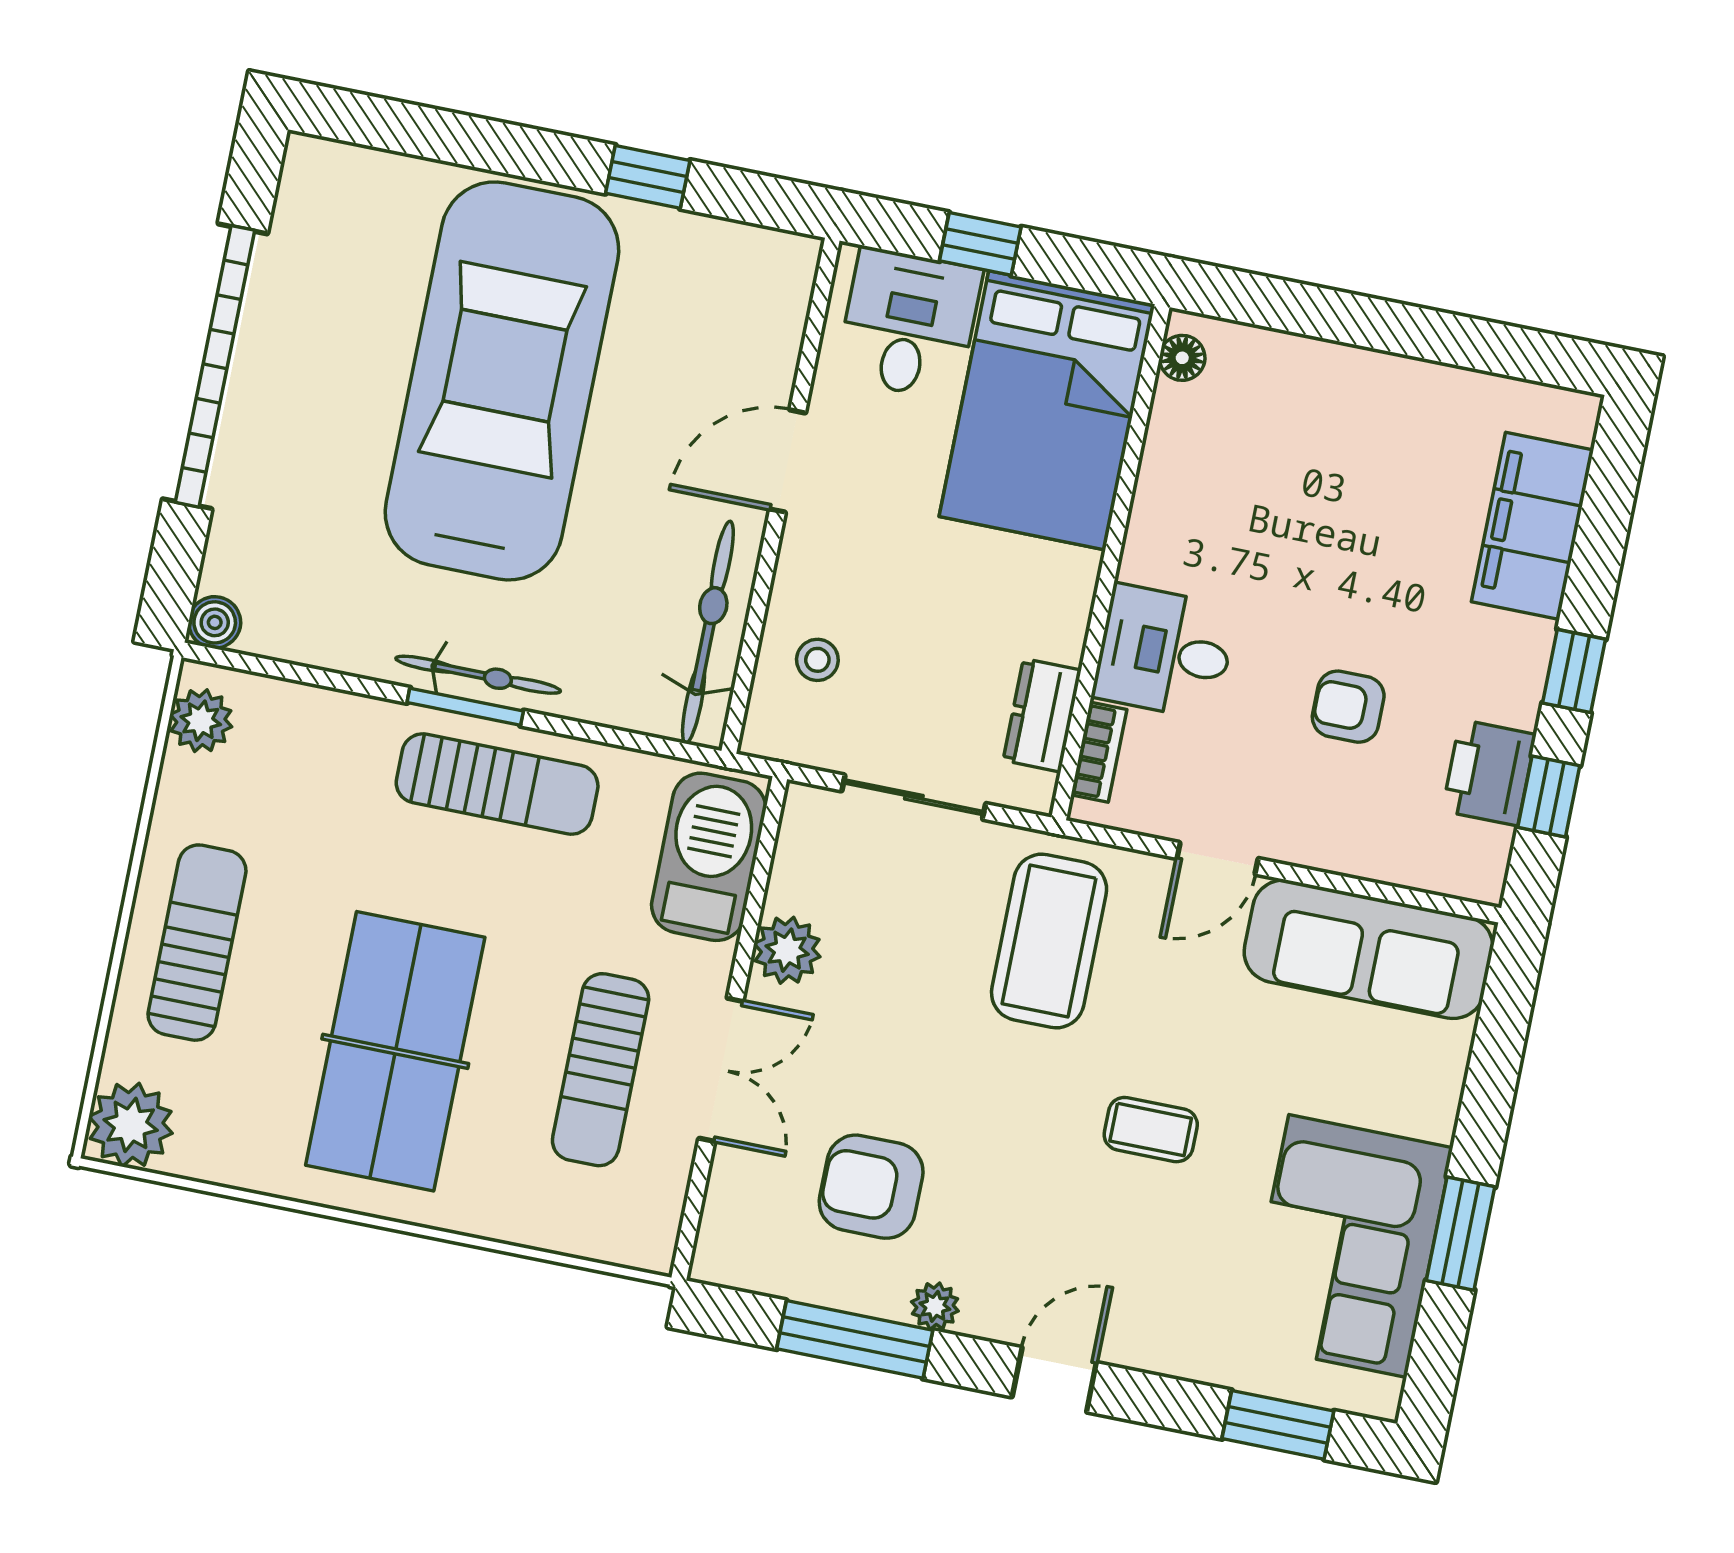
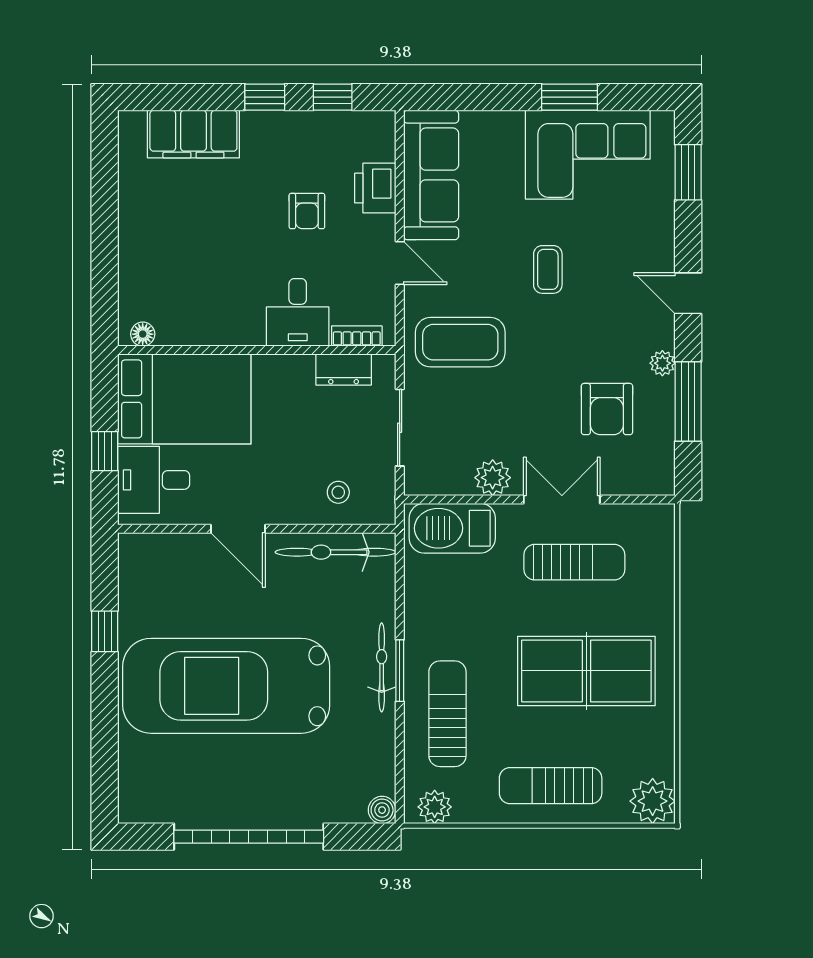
printer: (1489, 773) -> (375, 188), moved, turned 90
sun lounger: (497, 784) -> (447, 714), moved

